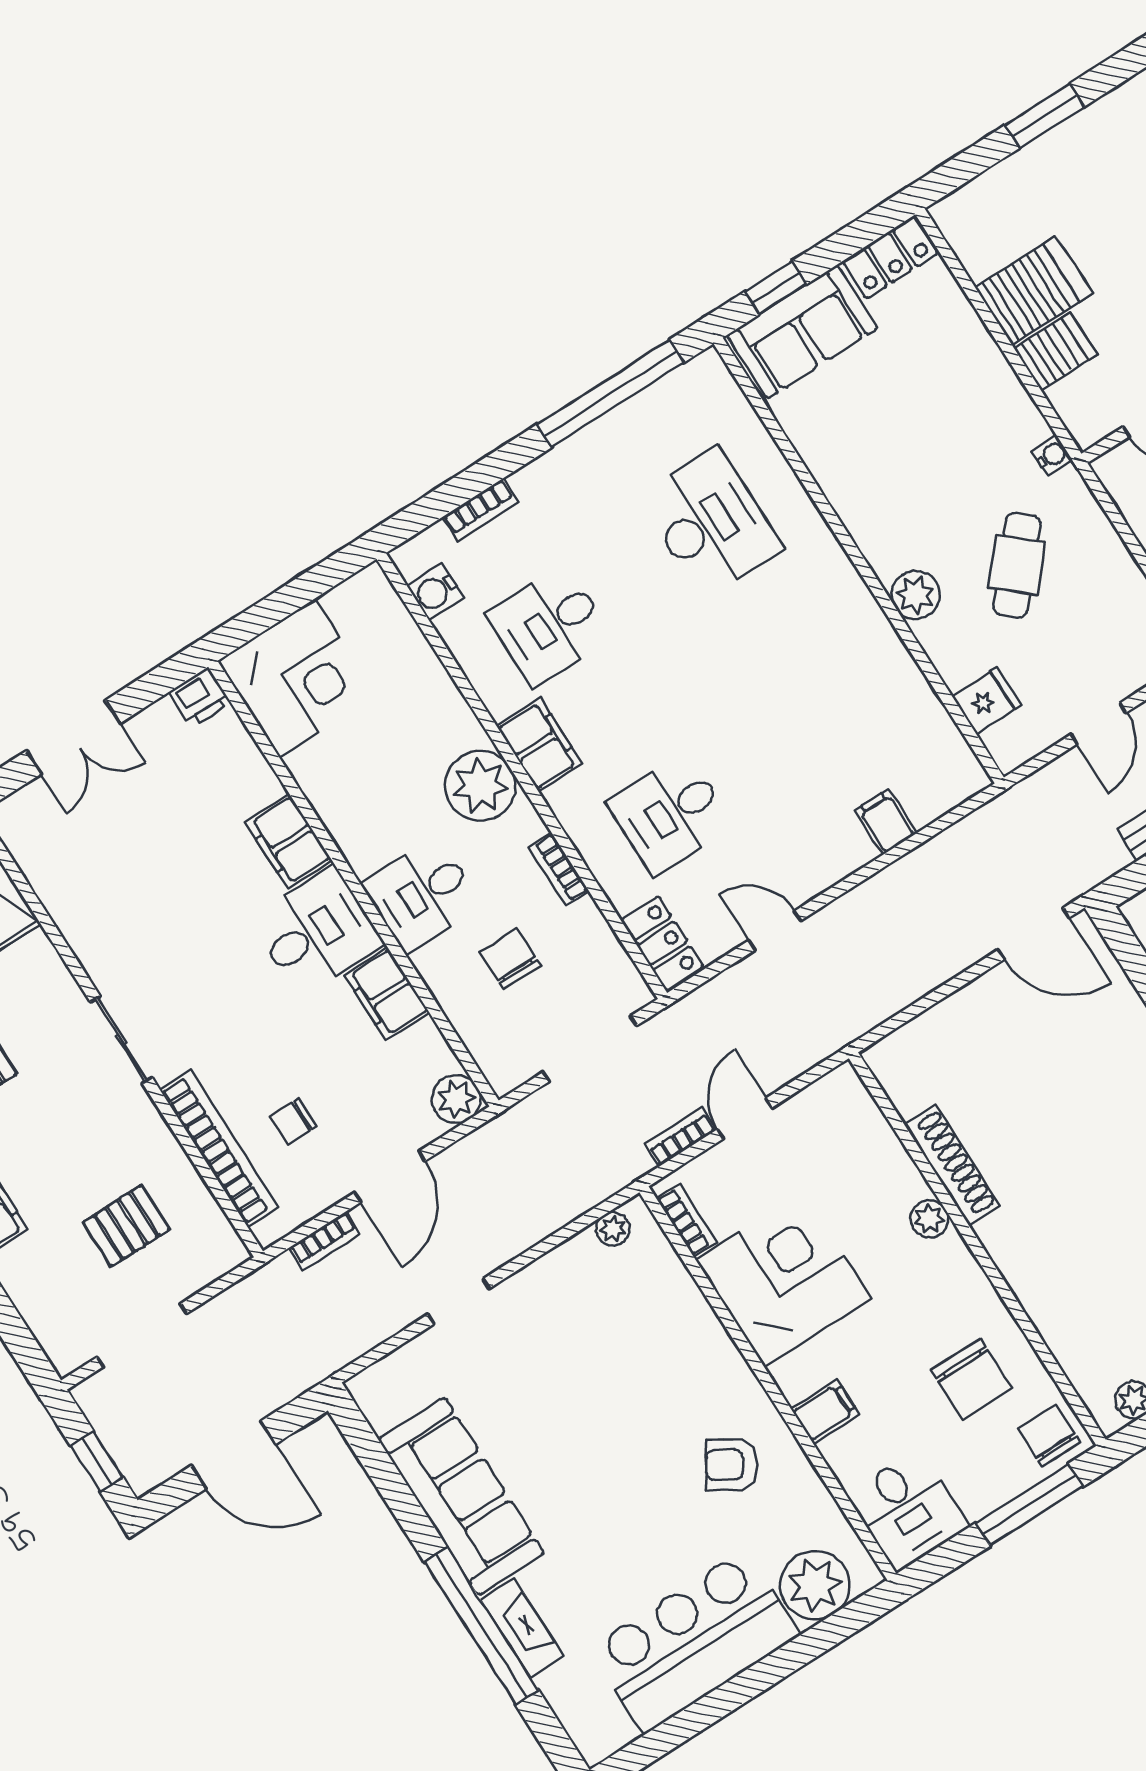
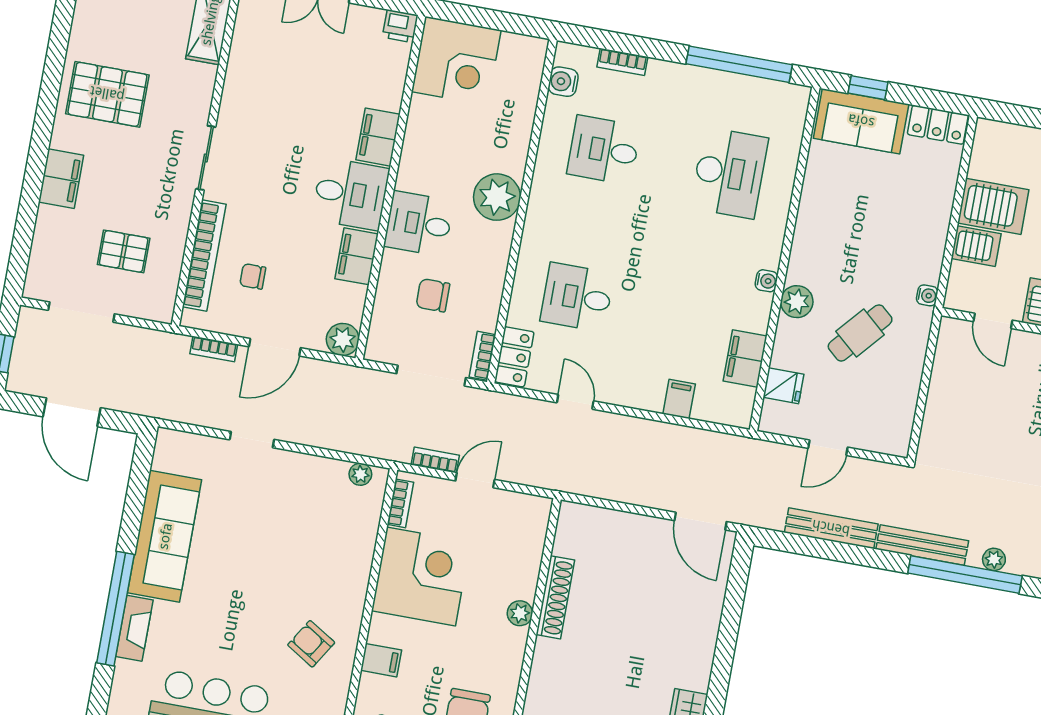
water cooler: (861, 603) -> (766, 281), added
filing cabinet: (539, 745) -> (745, 359), moved, turned 180
bookcase: (559, 869) -> (482, 356), moved
chair: (510, 959) -> (433, 295), turned -90

